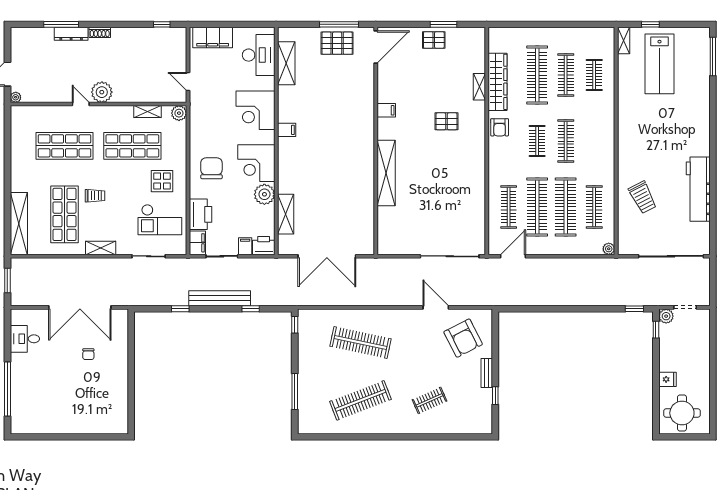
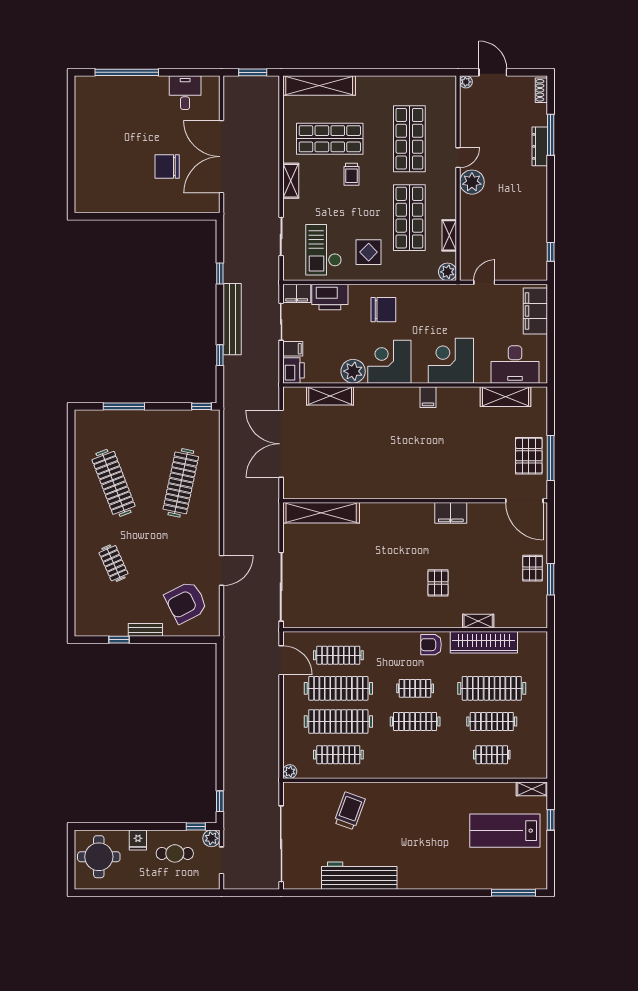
shoe rack: (100, 32) -> (541, 90), moved
filing cabinet: (386, 110) -> (451, 513), width x2.00
shelving: (386, 173) -> (321, 513), moved
trolley: (643, 197) -> (350, 811), turned 137
cafe table: (679, 348) -> (175, 853), added
chair: (88, 354) -> (167, 166), width x1.87, depth x1.87

